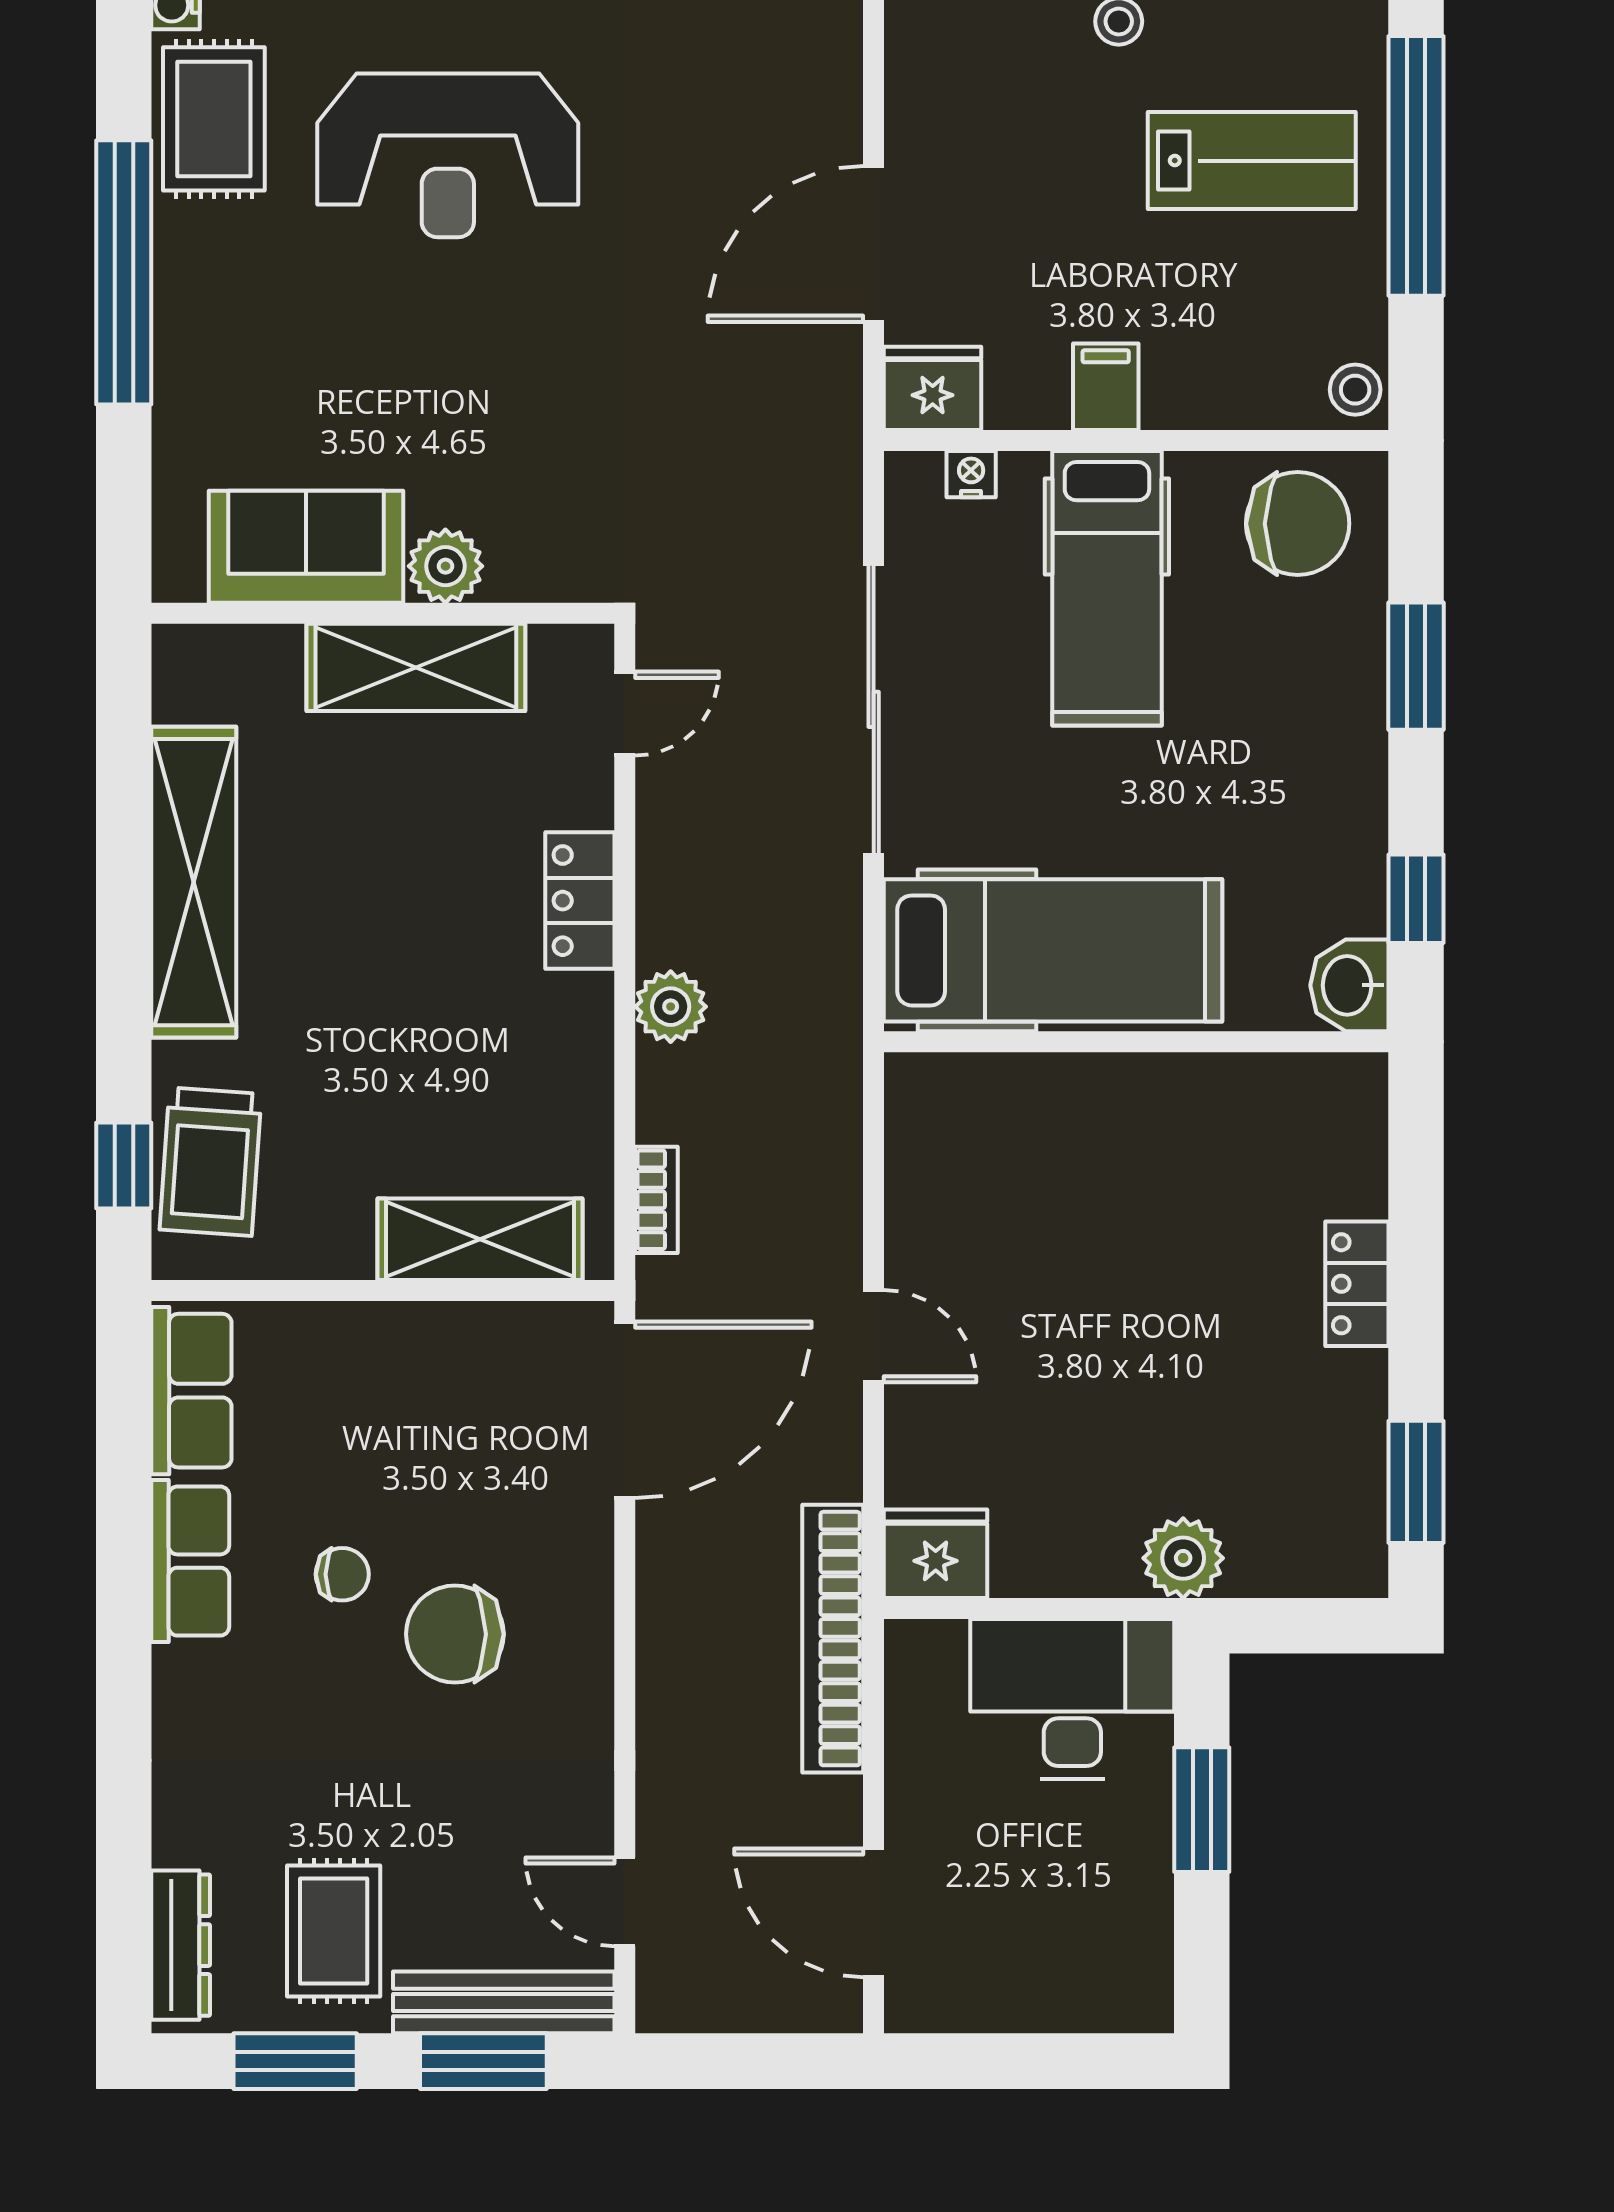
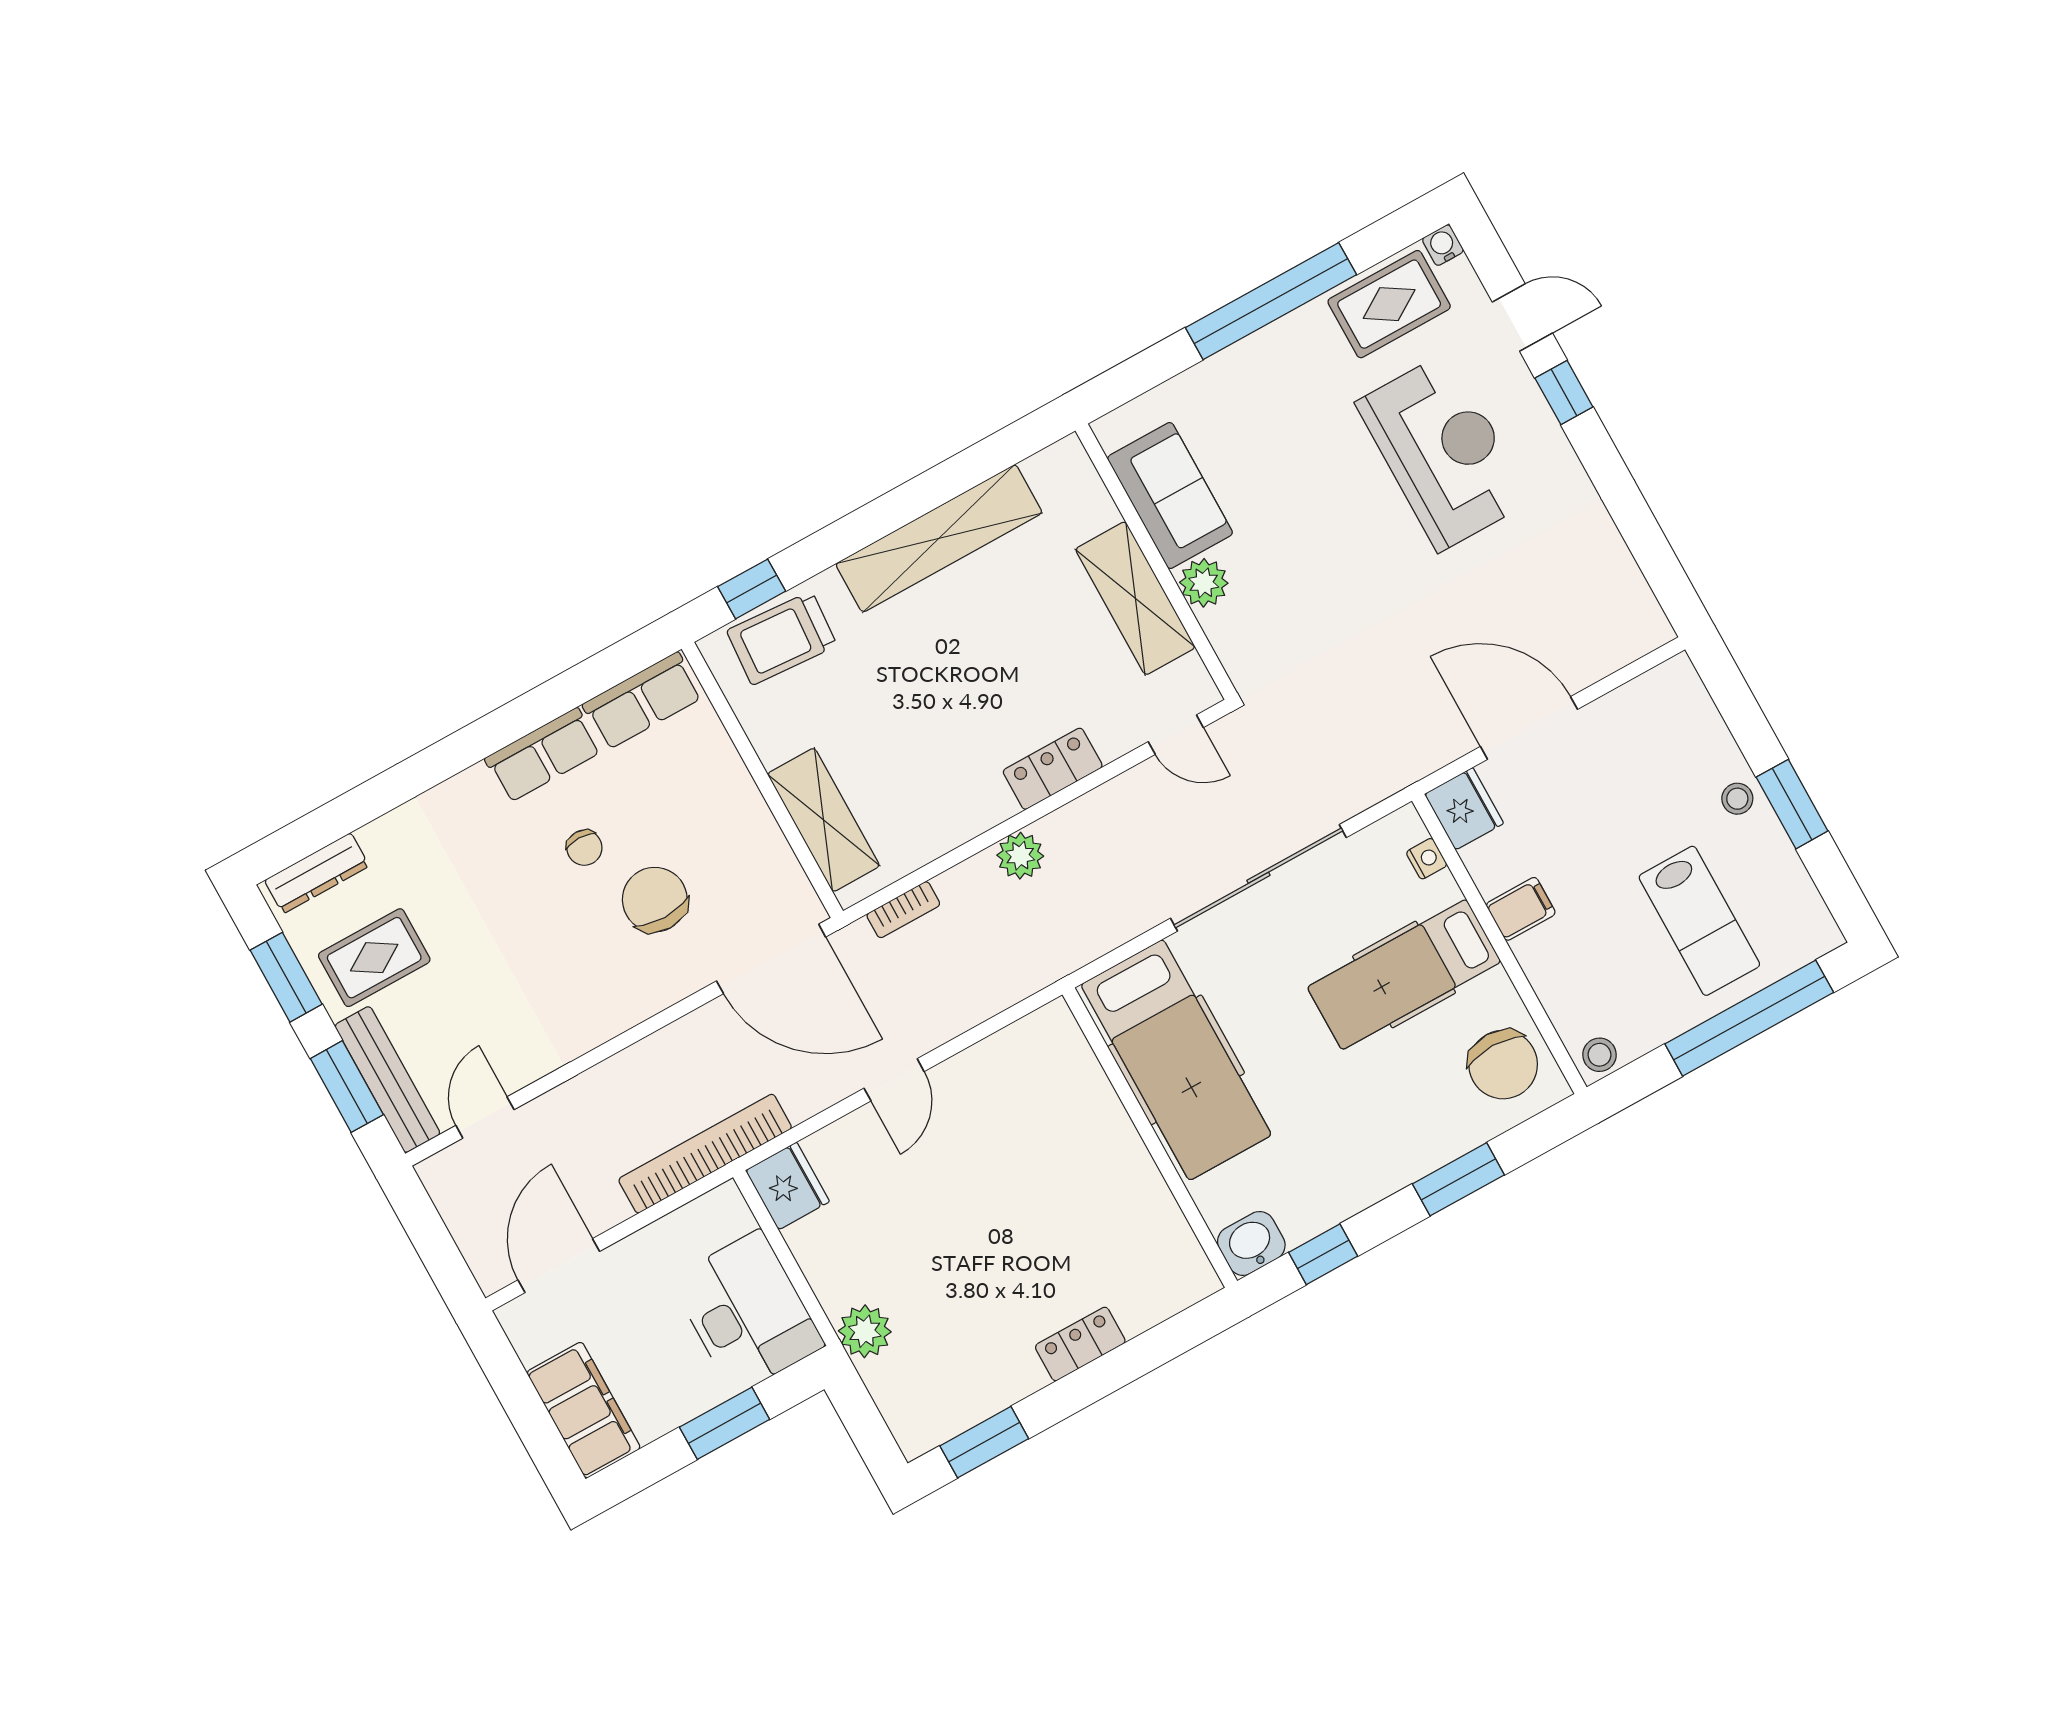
reception desk: (448, 155) -> (1443, 452), turned 180
chair: (455, 1634) -> (655, 900), moved
filing cabinet: (1082, 1985) -> (584, 1410), added

